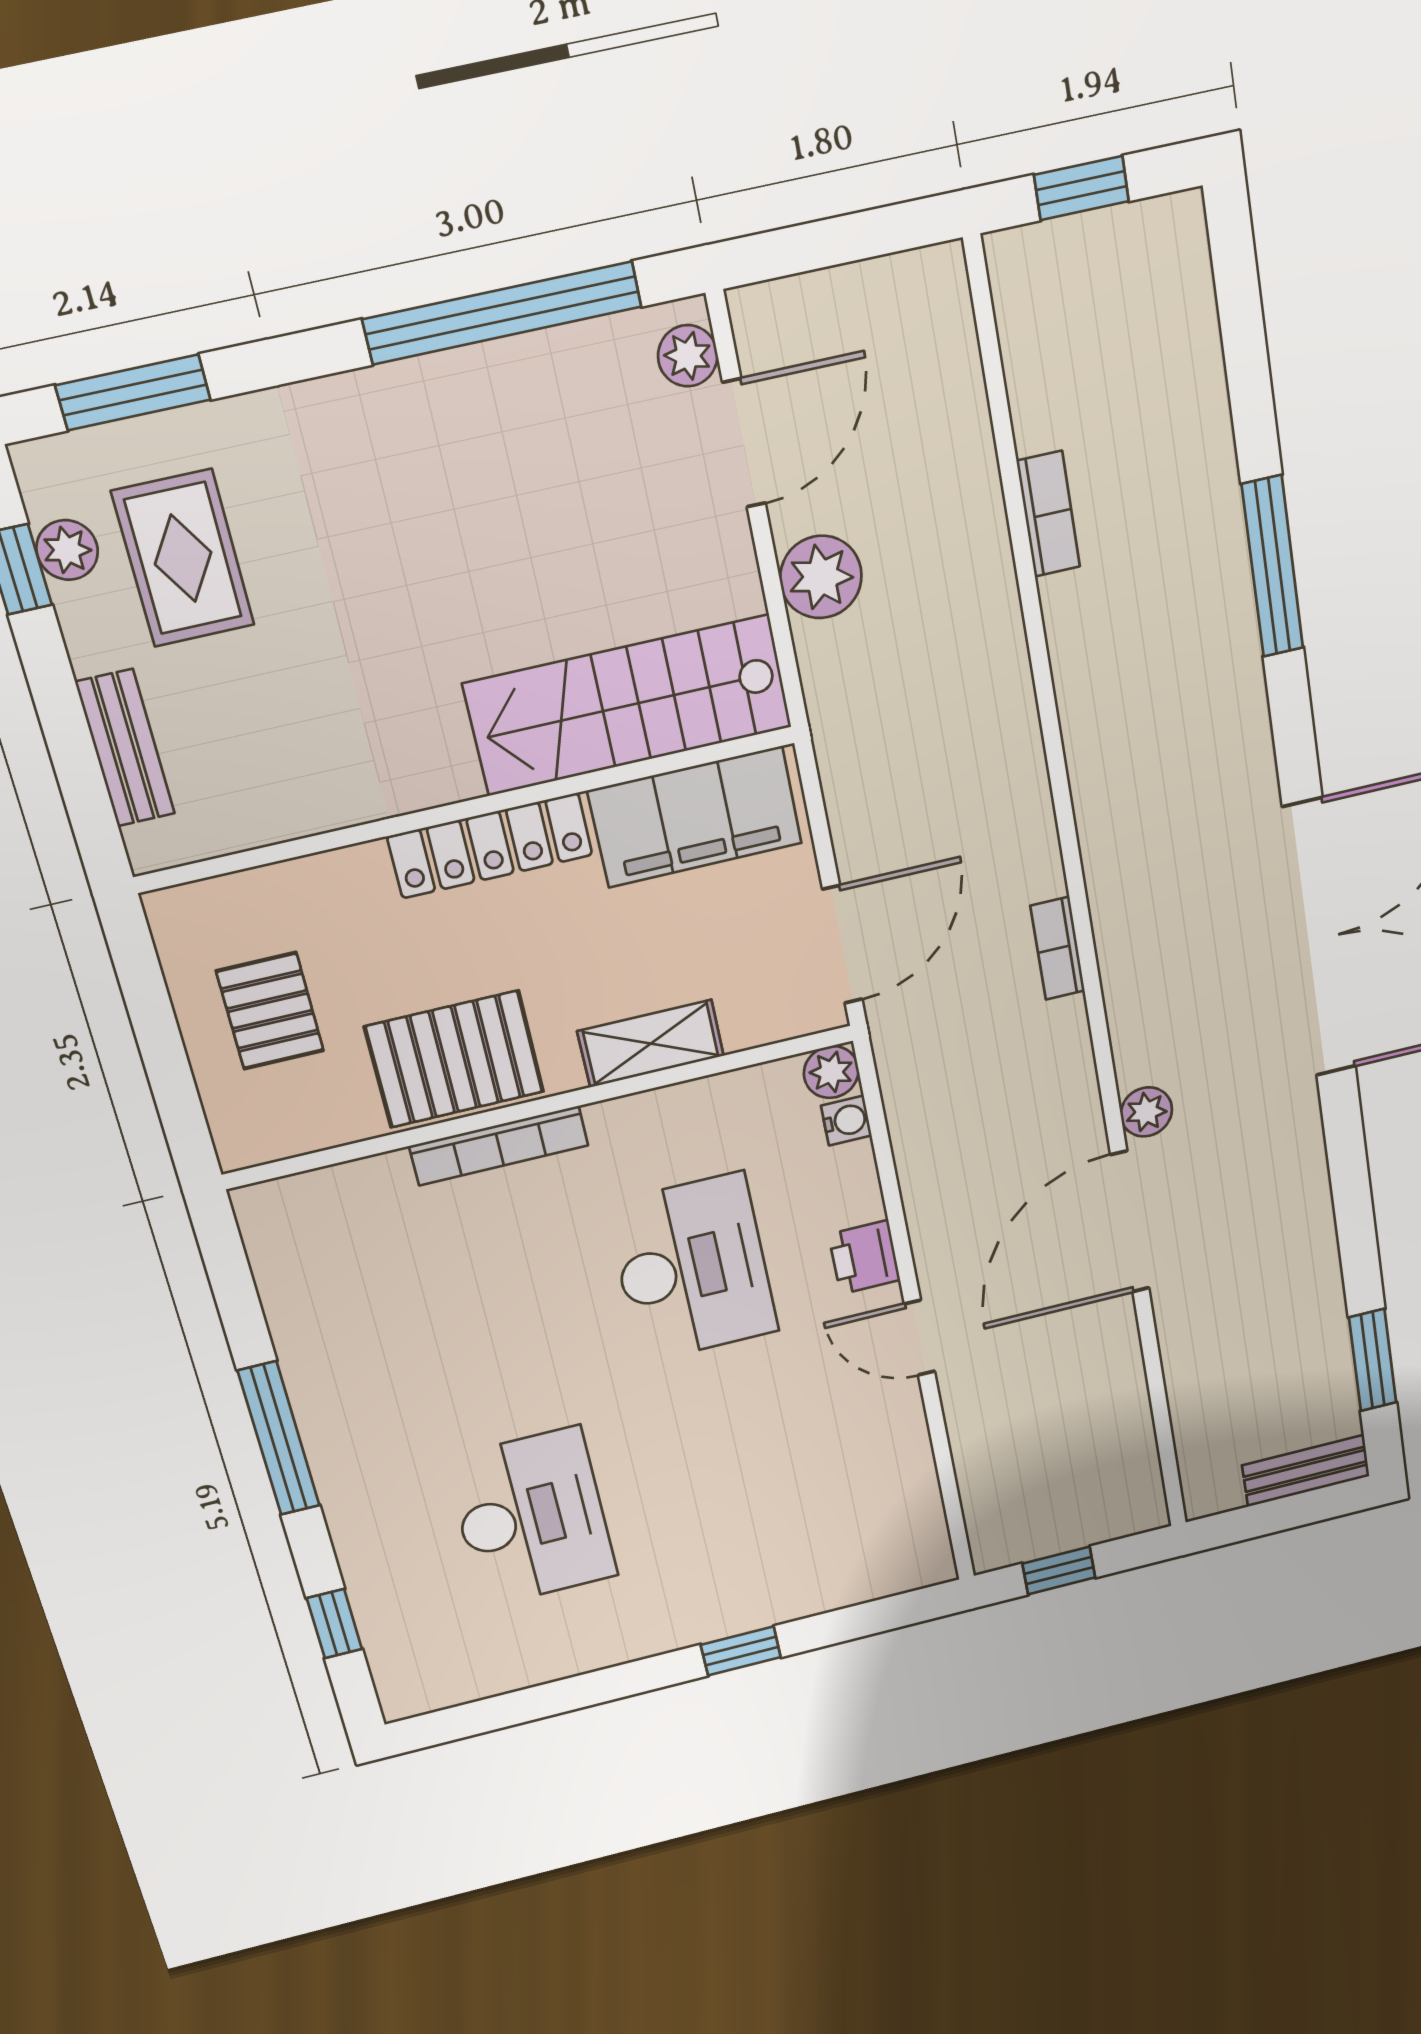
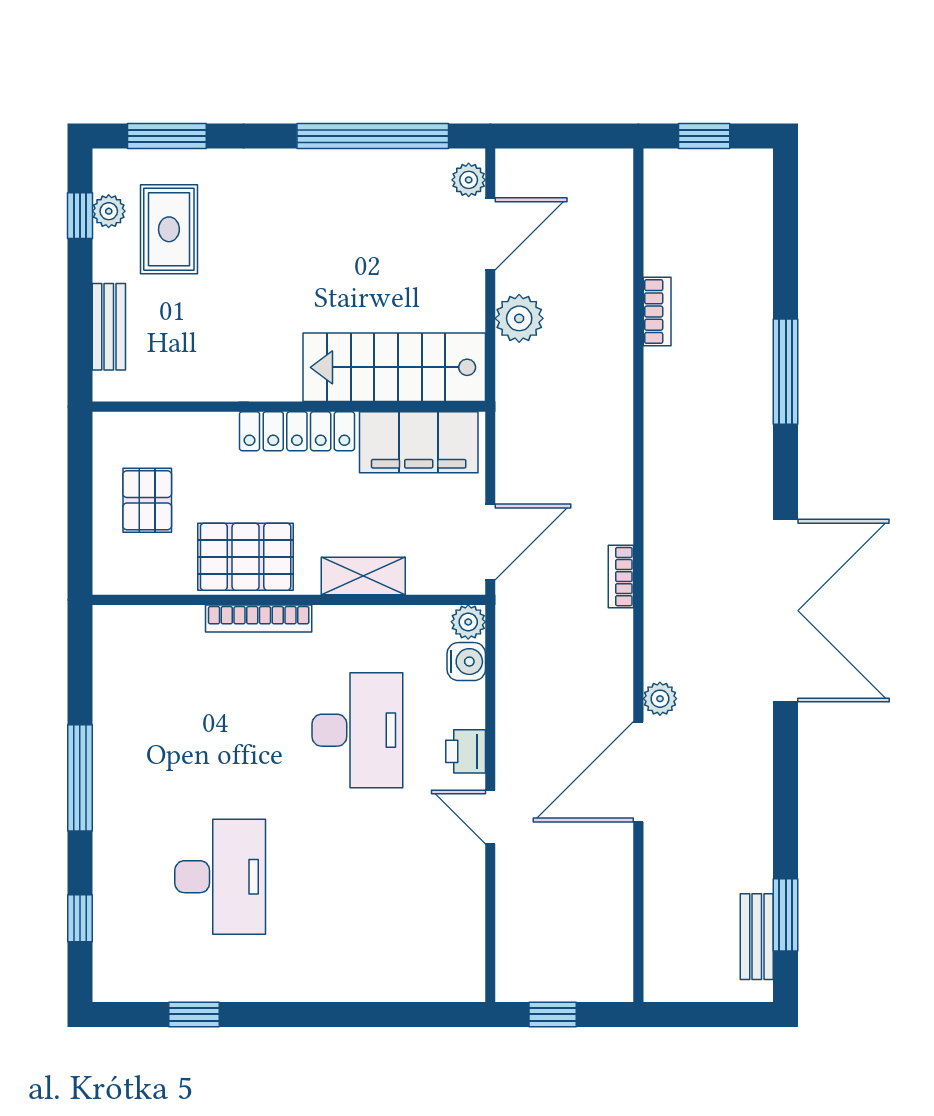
water cooler: (846, 1121) -> (466, 662), width x1.38, depth x1.38
bench: (1306, 1471) -> (757, 937), moved, turned 90
window: (741, 1651) -> (194, 1014), moved

